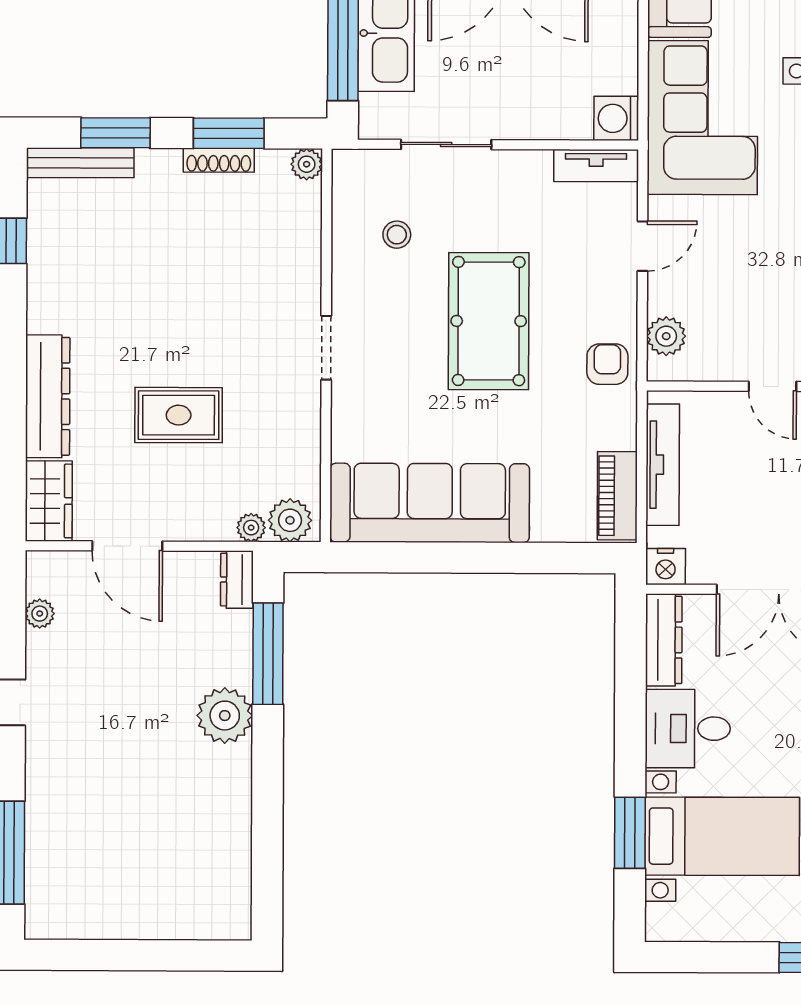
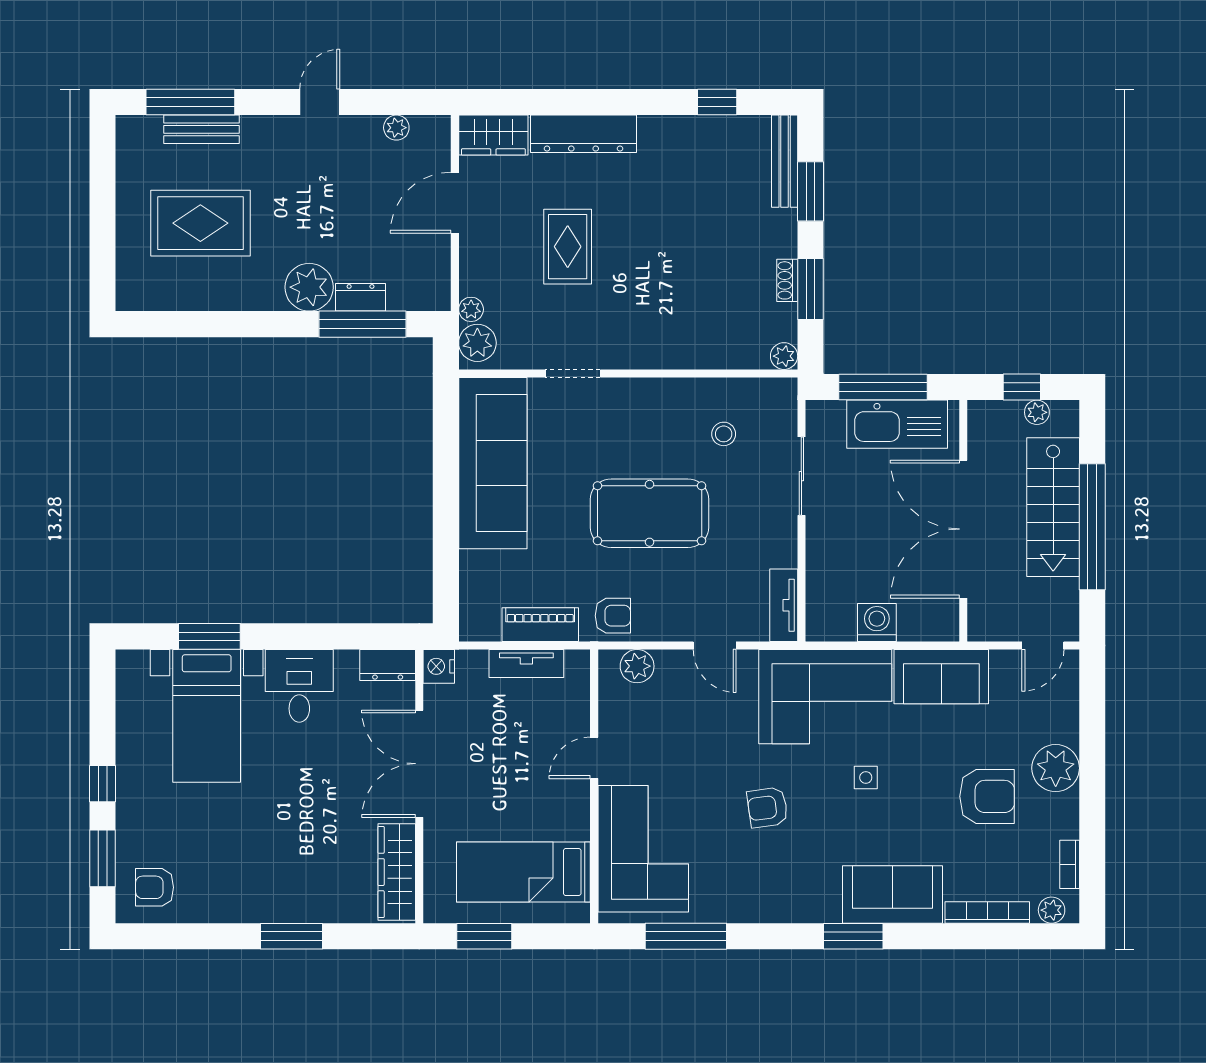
washing machine: (616, 118) -> (877, 622), moved
shoe rack: (219, 160) -> (787, 280), width x0.70
doorway: (326, 348) -> (573, 373), moved
tv unit: (663, 465) -> (526, 664), width x0.71
piano: (617, 496) -> (540, 625), moved
dresser: (237, 580) -> (361, 297), moved
dresser: (664, 640) -> (388, 665), width x0.70
bench: (41, 840) -> (201, 129), added
rug: (150, 841) -> (200, 223), added

